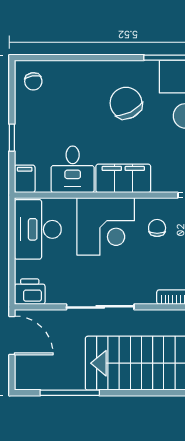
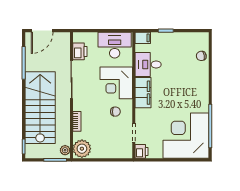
chair: (33, 81) -> (201, 56), moved
chair: (126, 103) -> (185, 94), removed
printer: (30, 292) -> (80, 51), moved
door: (12, 335) -> (42, 31), moved

